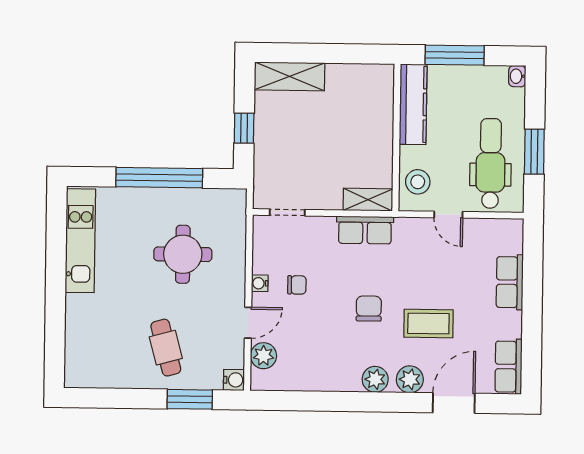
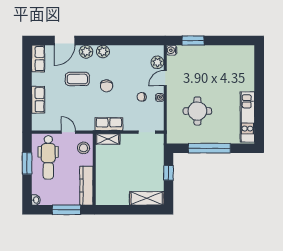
cafe table: (166, 348) -> (205, 65), removed

